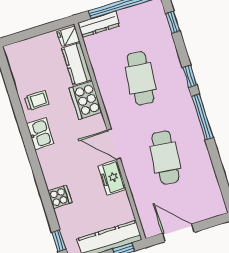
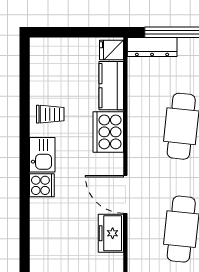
cooker: (60, 197) -> (42, 185), moved

